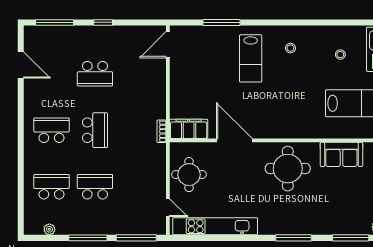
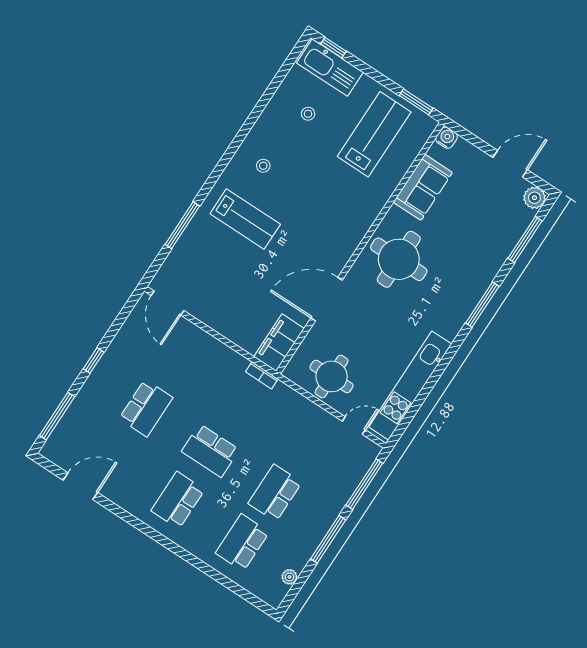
school desk: (95, 130) -> (210, 451), turned 180

